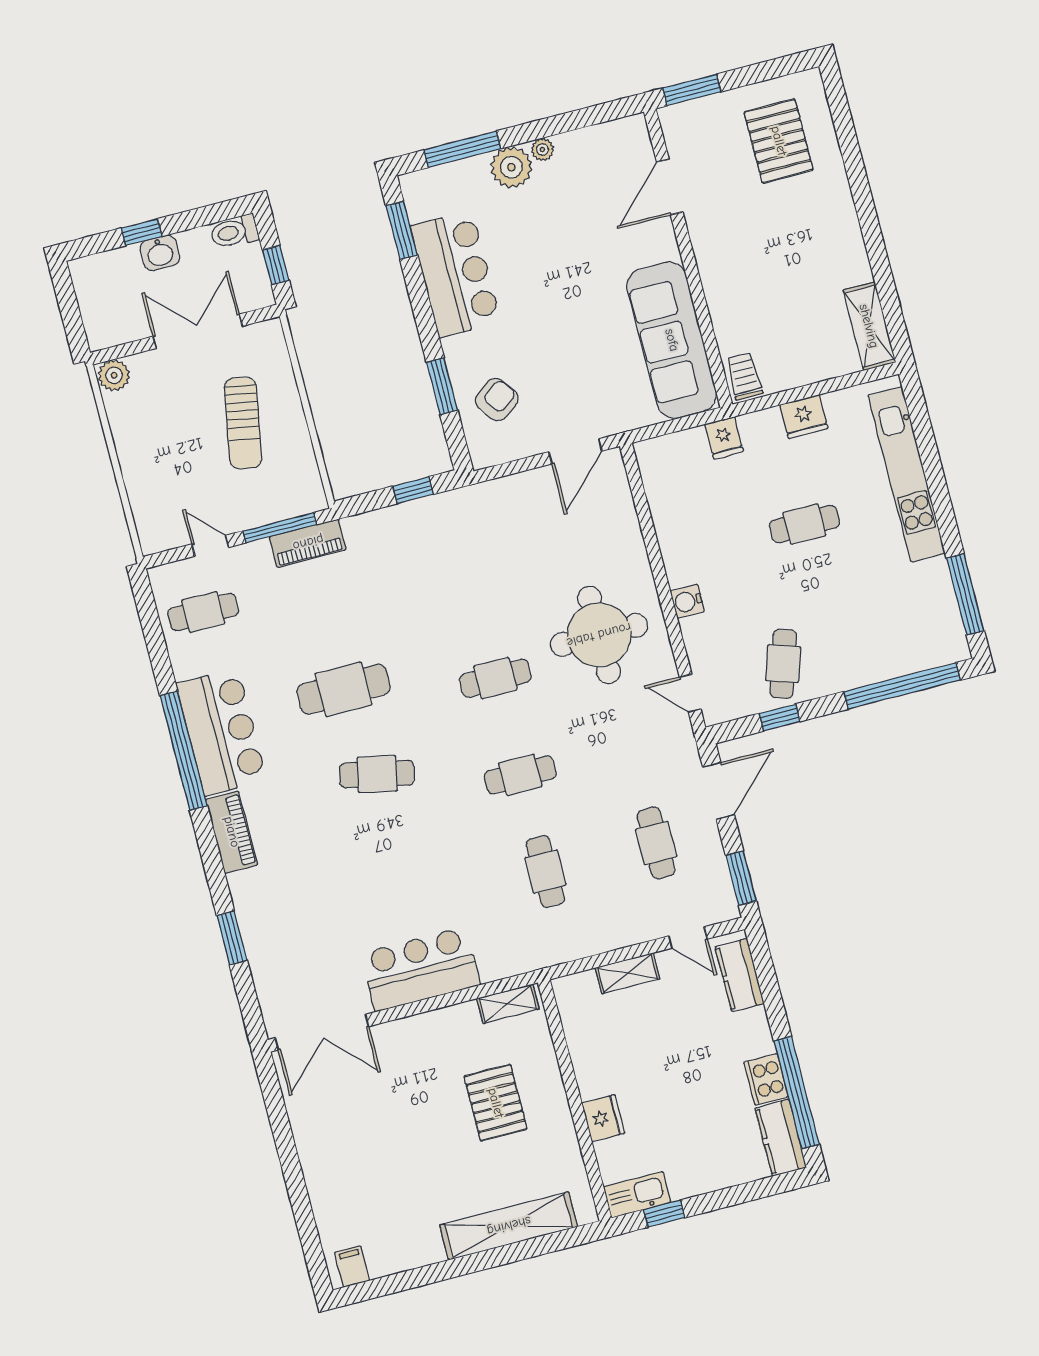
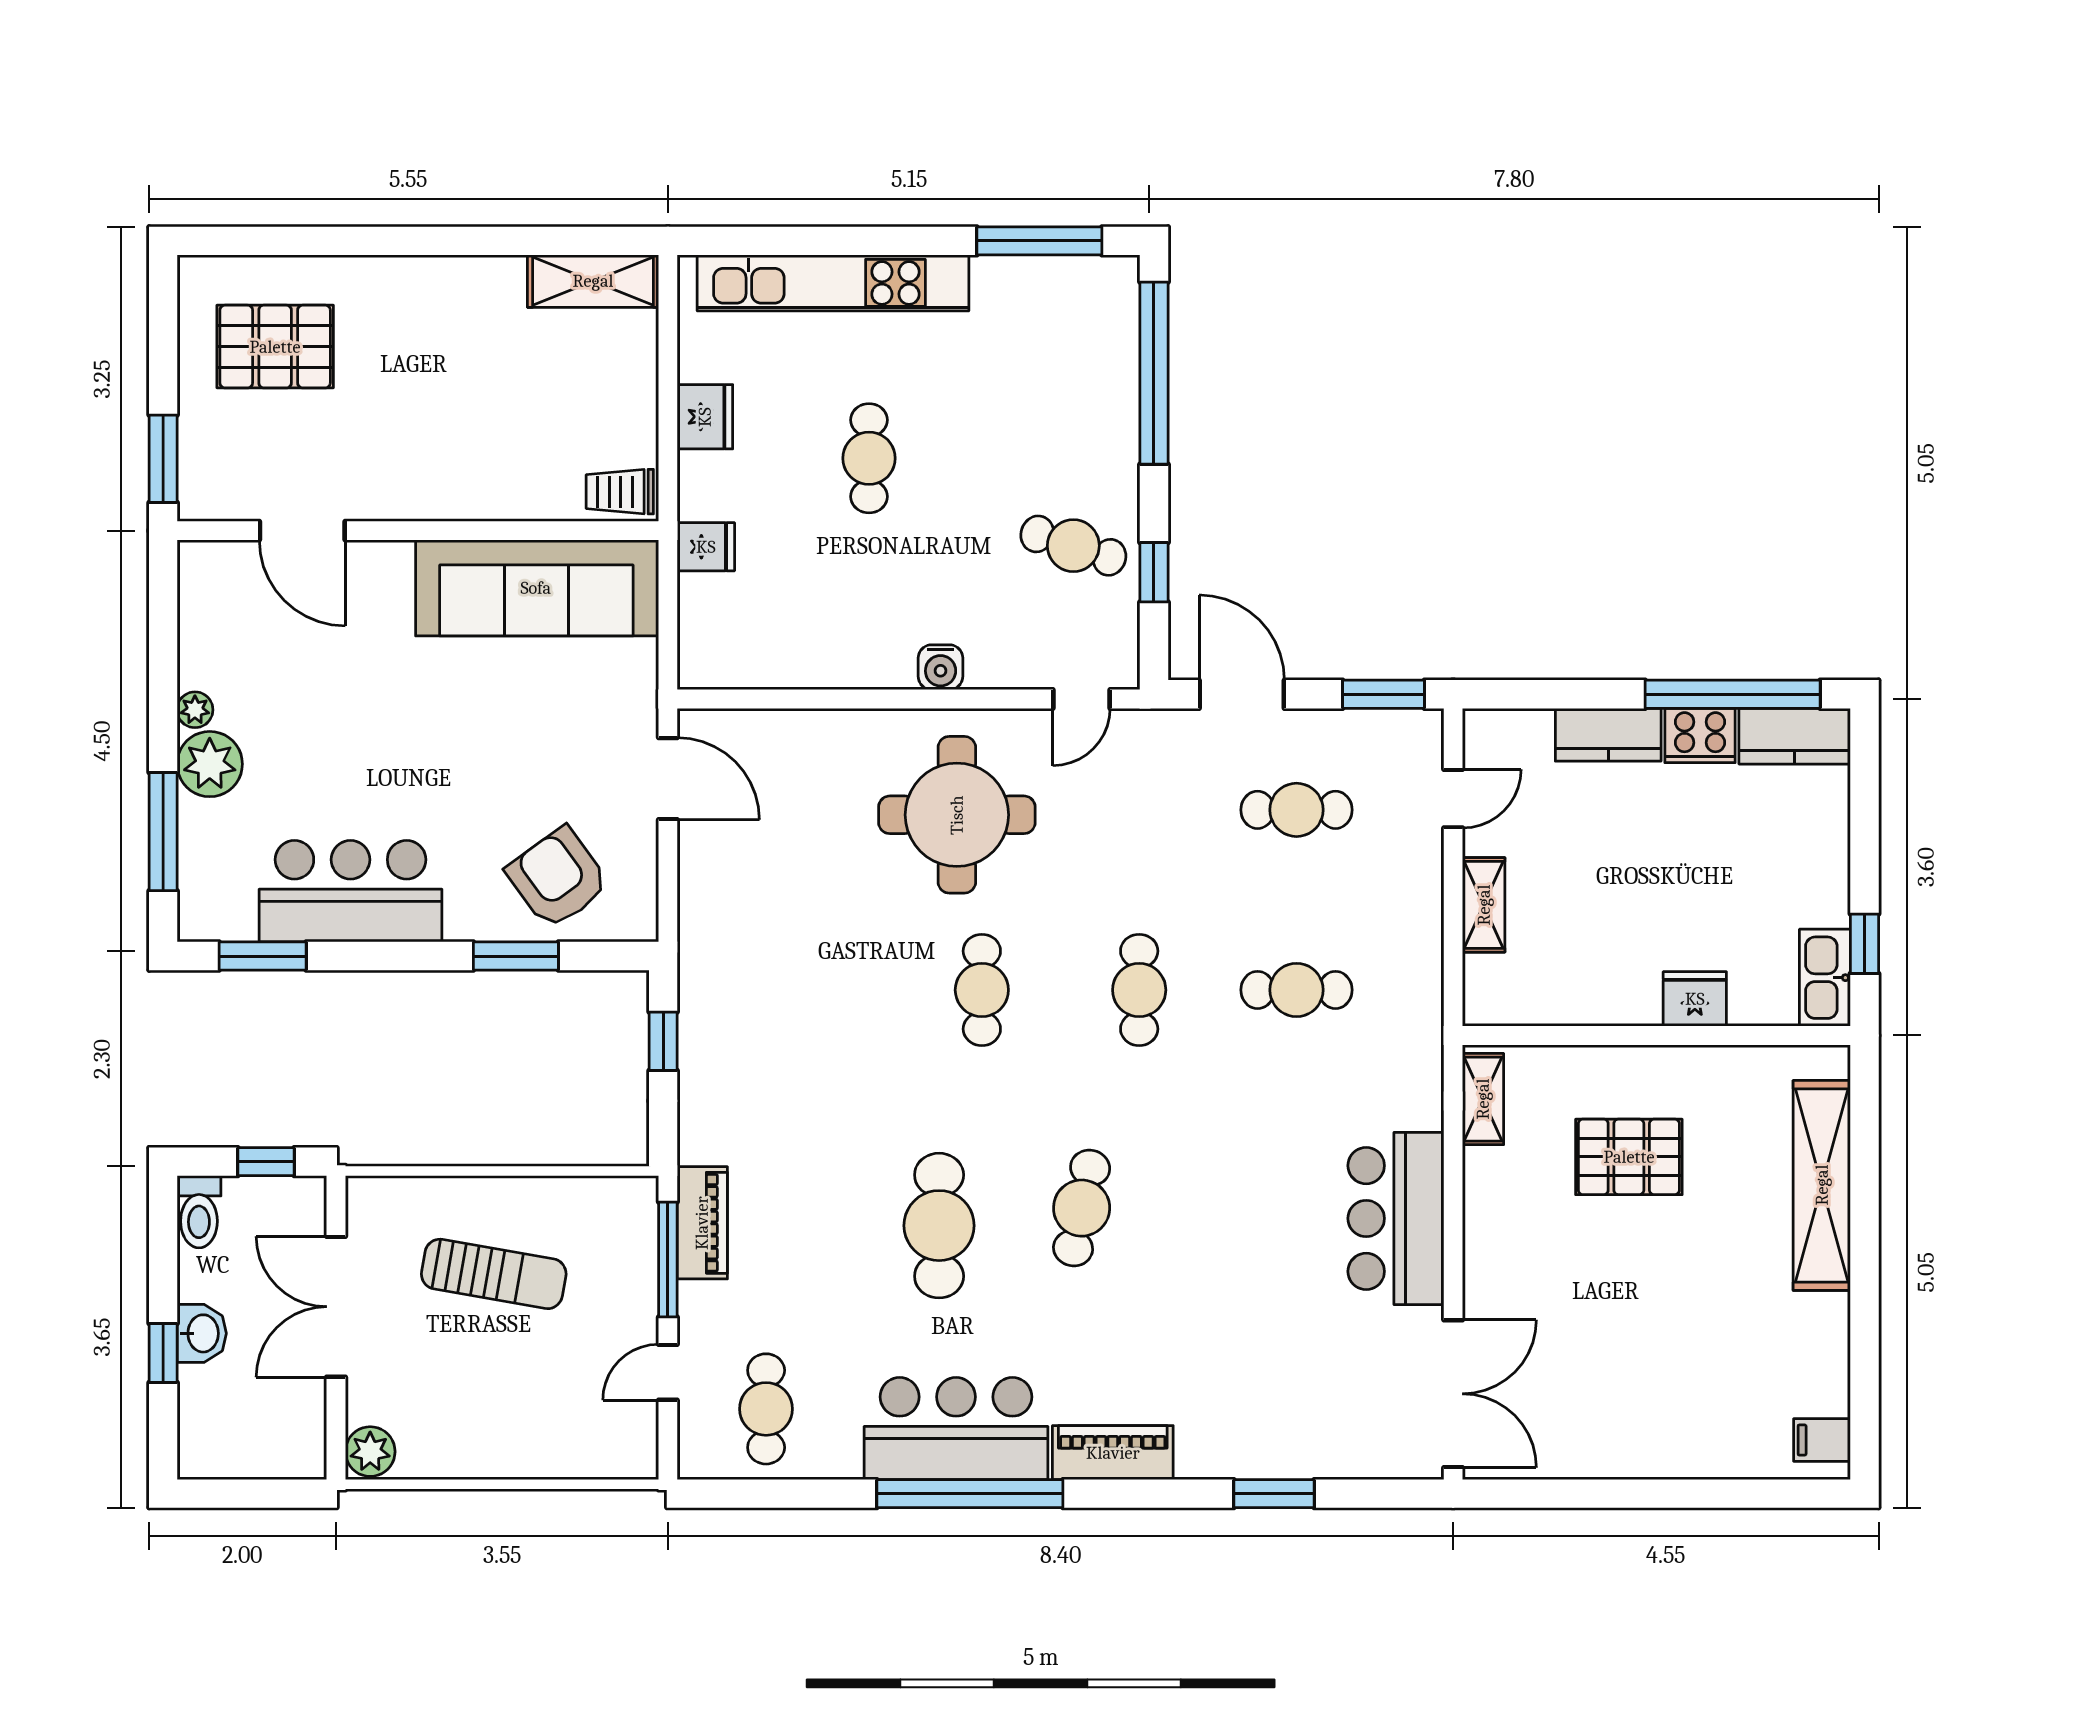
armchair: (497, 399) -> (558, 878), width x1.38, depth x1.38
kitchen counter: (740, 975) -> (1608, 735), moved

